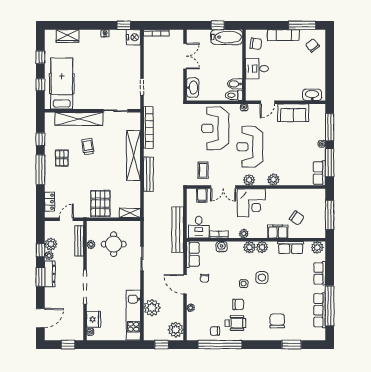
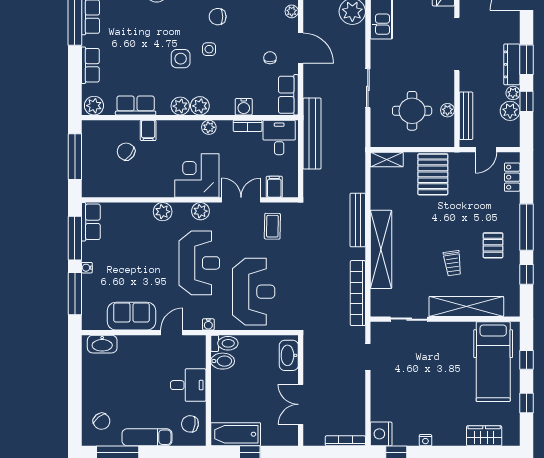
filing cabinet: (278, 232) -> (148, 130), width x0.50

